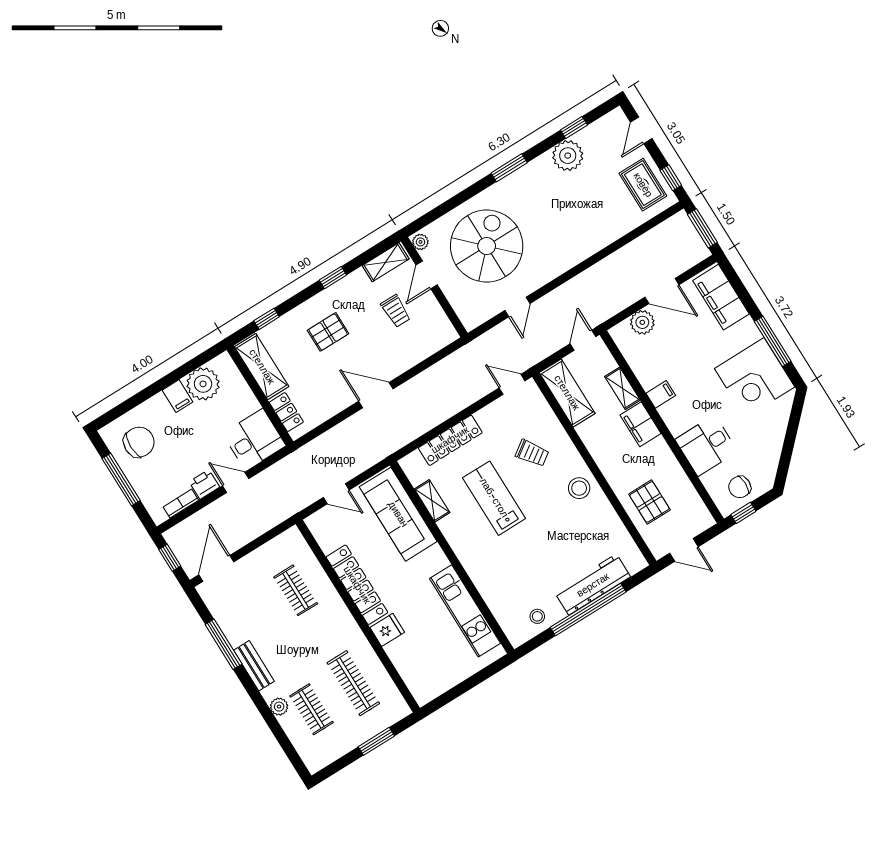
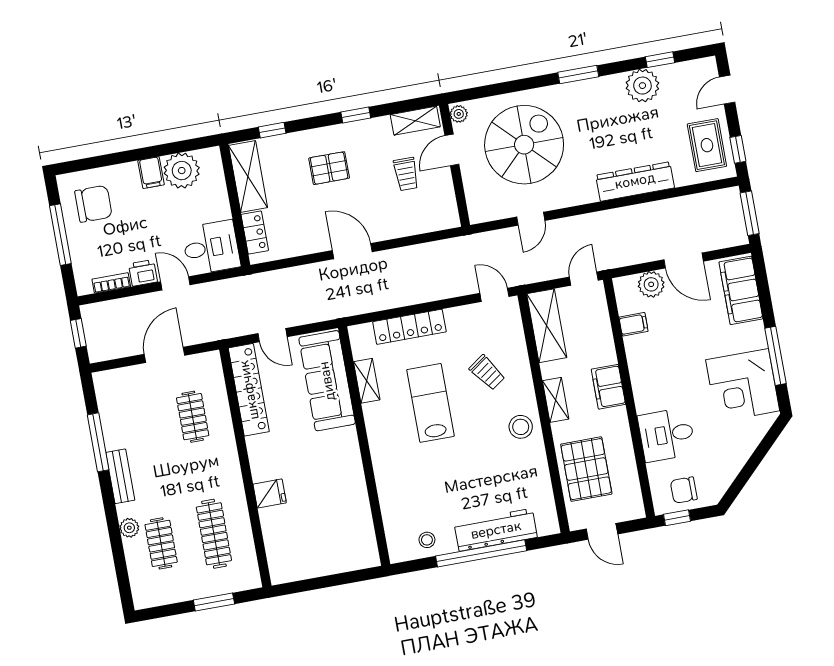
dresser: (594, 240) -> (635, 181), added
shelving: (623, 388) -> (556, 400), moved
filing cabinet: (661, 394) -> (634, 324), moved
pallet: (649, 502) -> (586, 469), width x1.50, depth x1.42
door: (216, 568) -> (164, 355), moved
locker: (357, 585) -> (249, 390), moved
kitchen unit: (465, 611) -> (356, 505), removed

